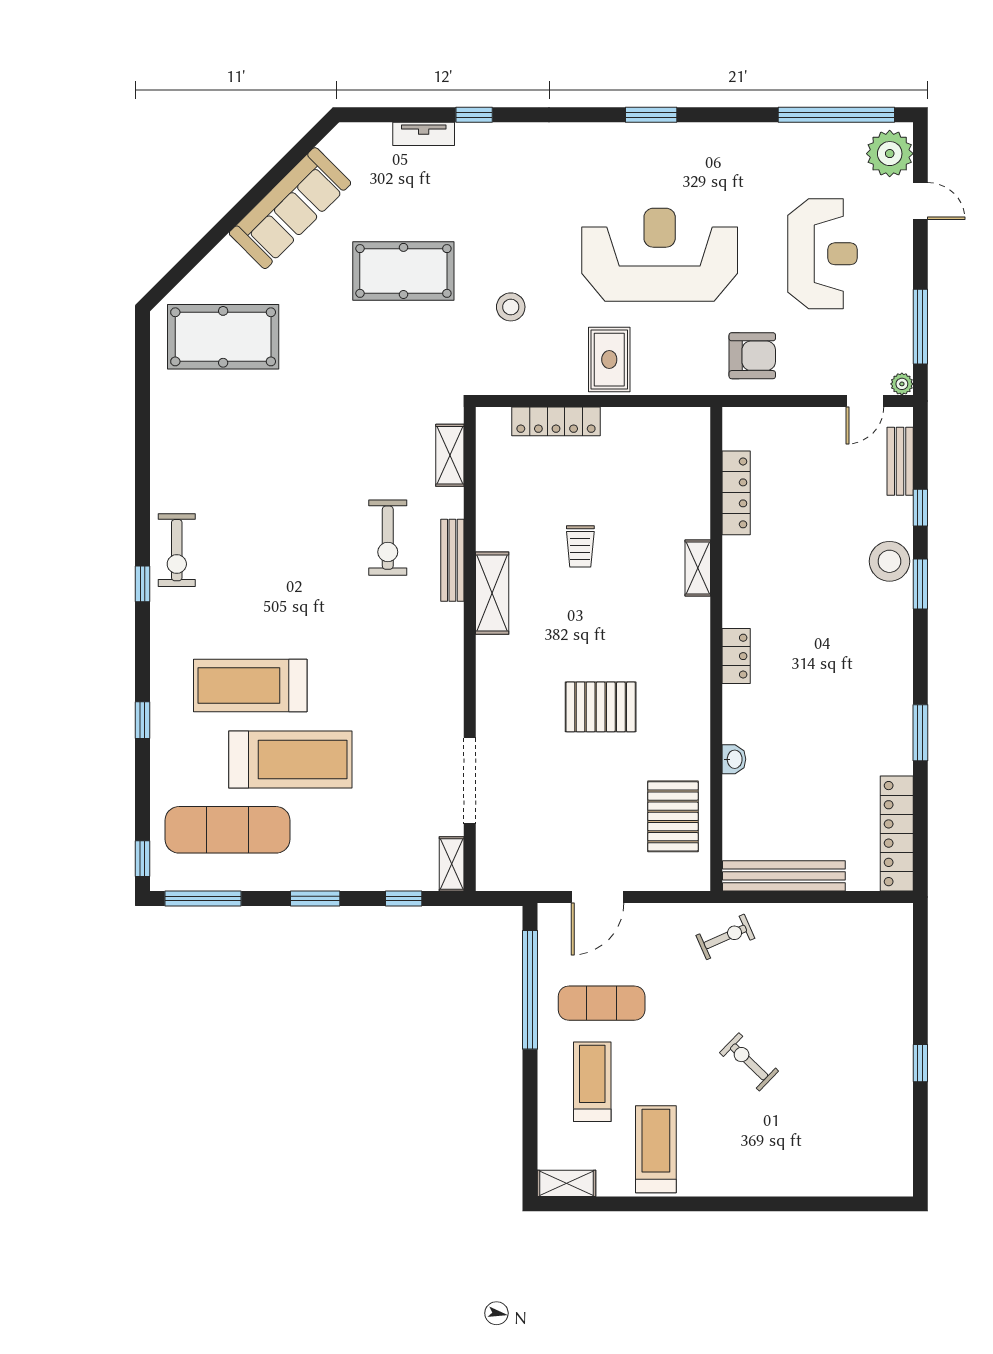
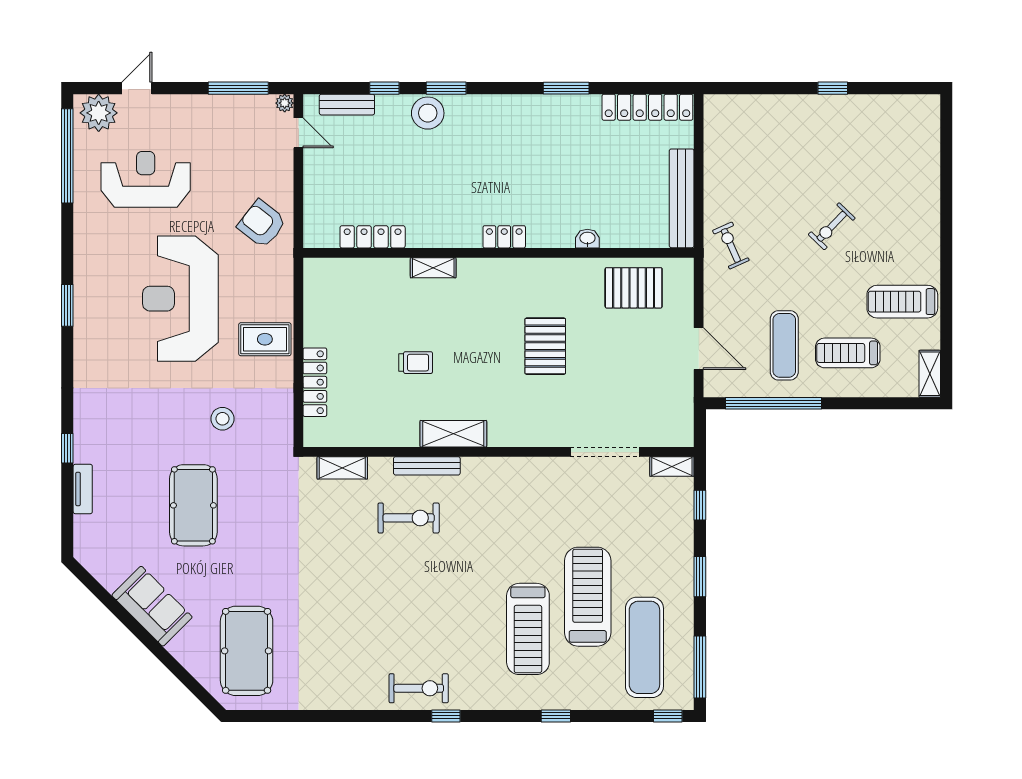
sofa: (290, 208) -> (152, 606), width x0.73
reception desk: (822, 254) -> (146, 179), moved
armchair: (752, 356) -> (262, 224), turned -52

